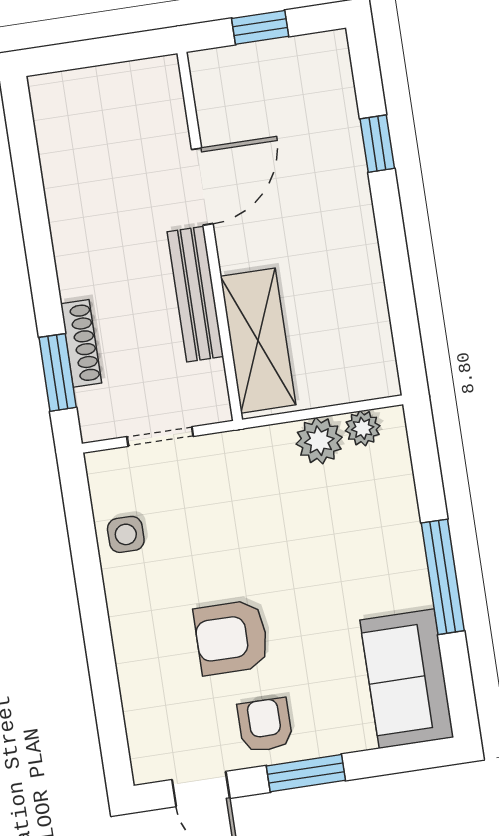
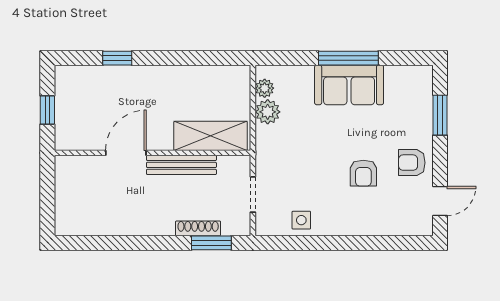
door: (202, 187) -> (126, 153), hinge flipped
armchair: (231, 637) -> (363, 173), width x0.72, depth x0.72
sofa: (407, 679) -> (349, 85), moved
window: (306, 773) -> (440, 115), moved

